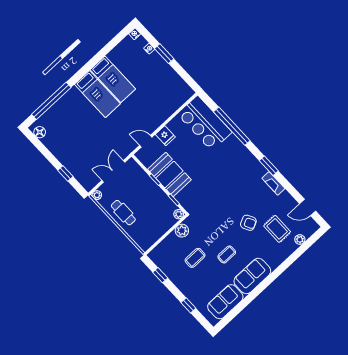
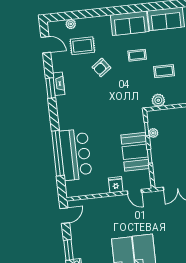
door: (188, 79) -> (65, 216), added
bar counter: (205, 123) -> (75, 155), moved
window: (269, 166) -> (51, 88), moved
plant: (179, 214) -> (153, 133), moved
armchair: (248, 223) -> (101, 67), turned -99
rug: (277, 229) -> (82, 46), turned 90

